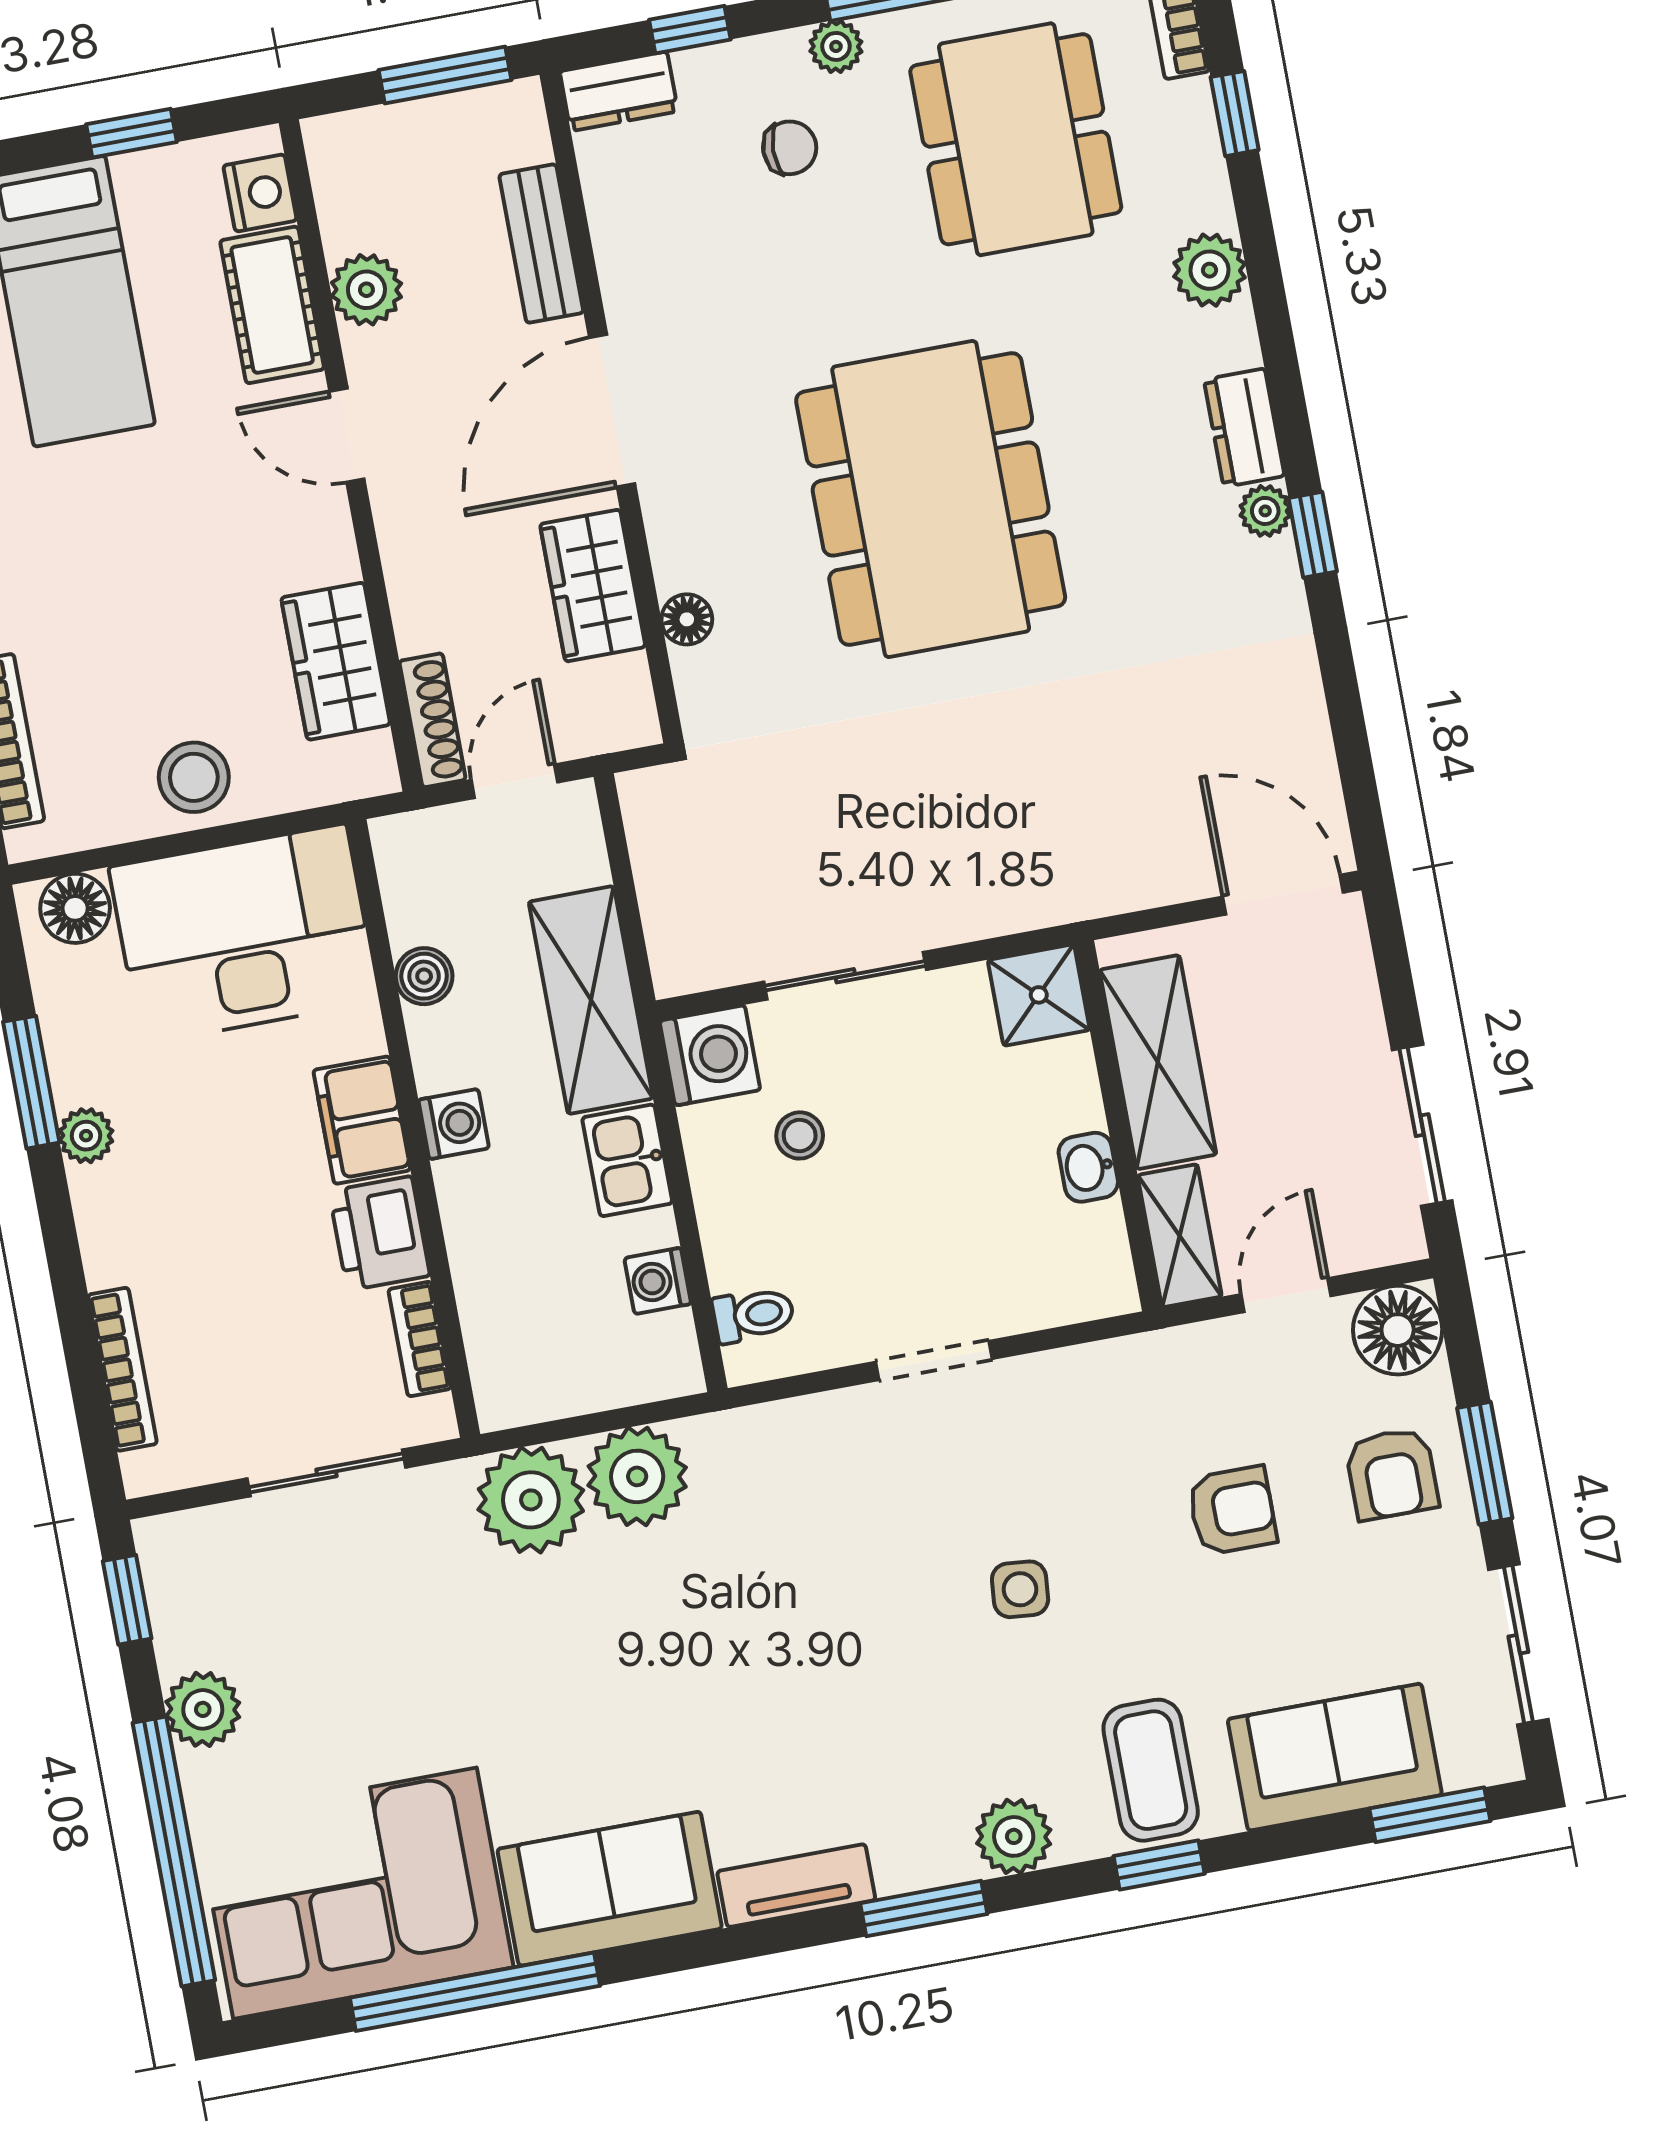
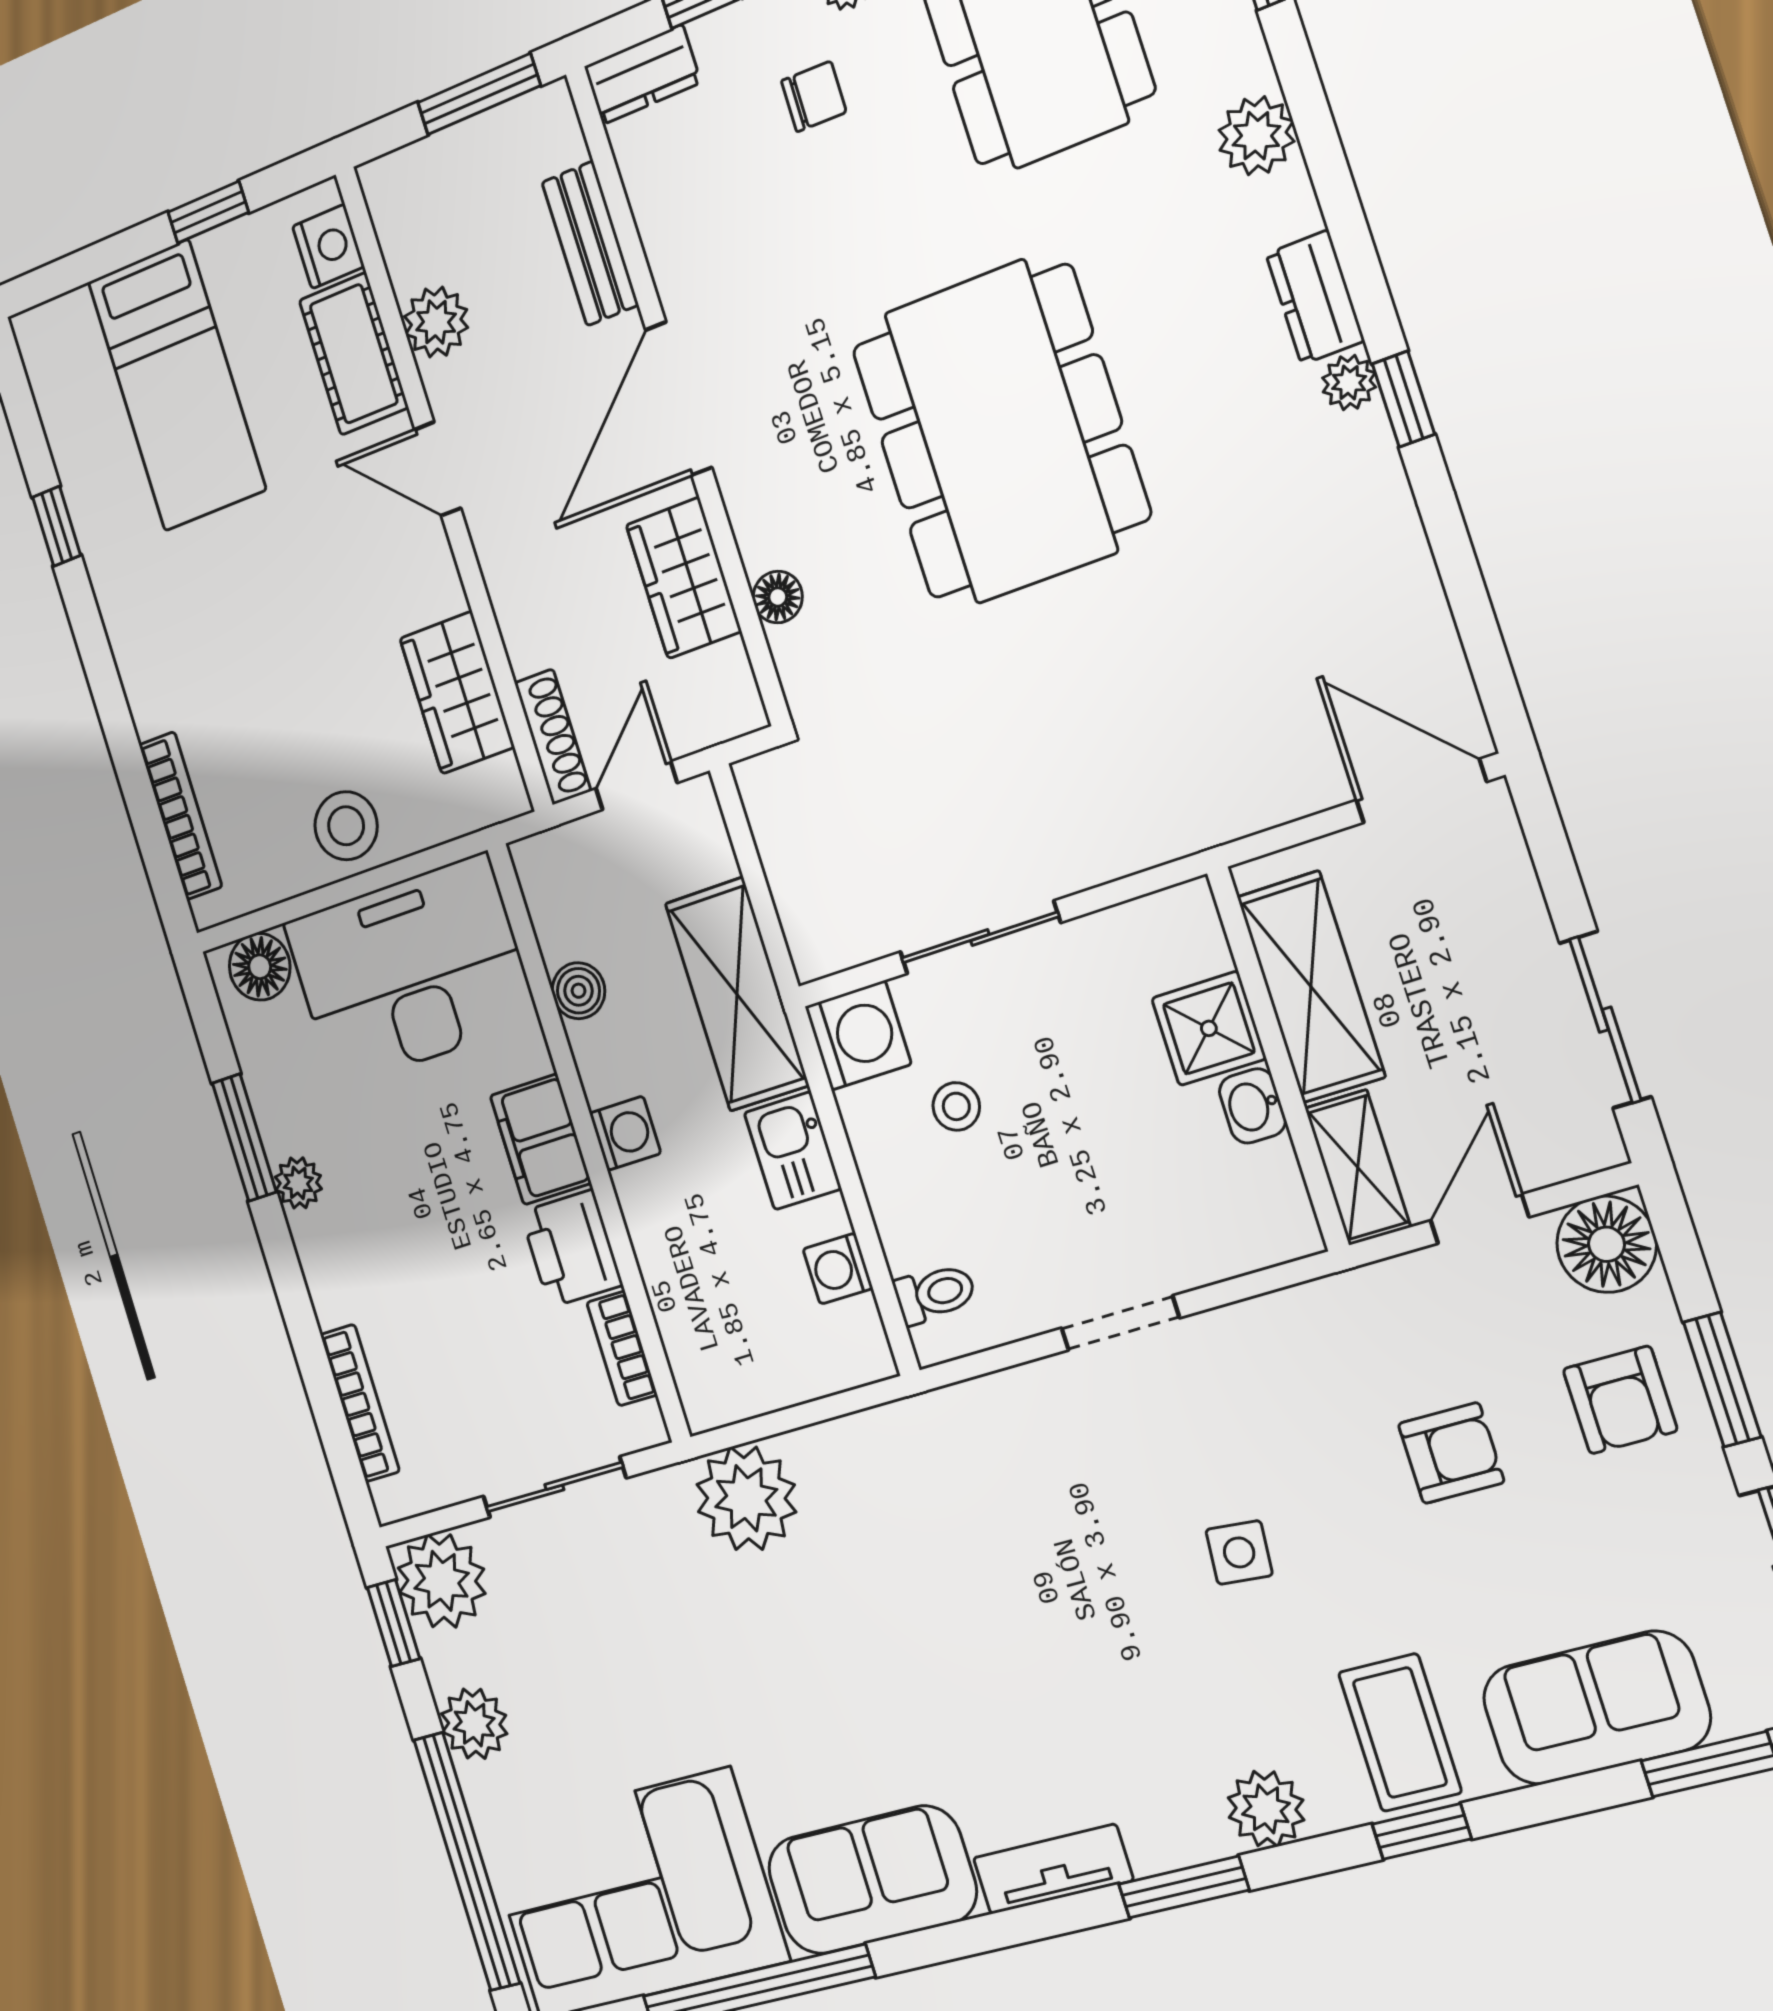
shower: (1039, 995) -> (1209, 1028), moved
plant: (637, 1476) -> (442, 1581), moved

